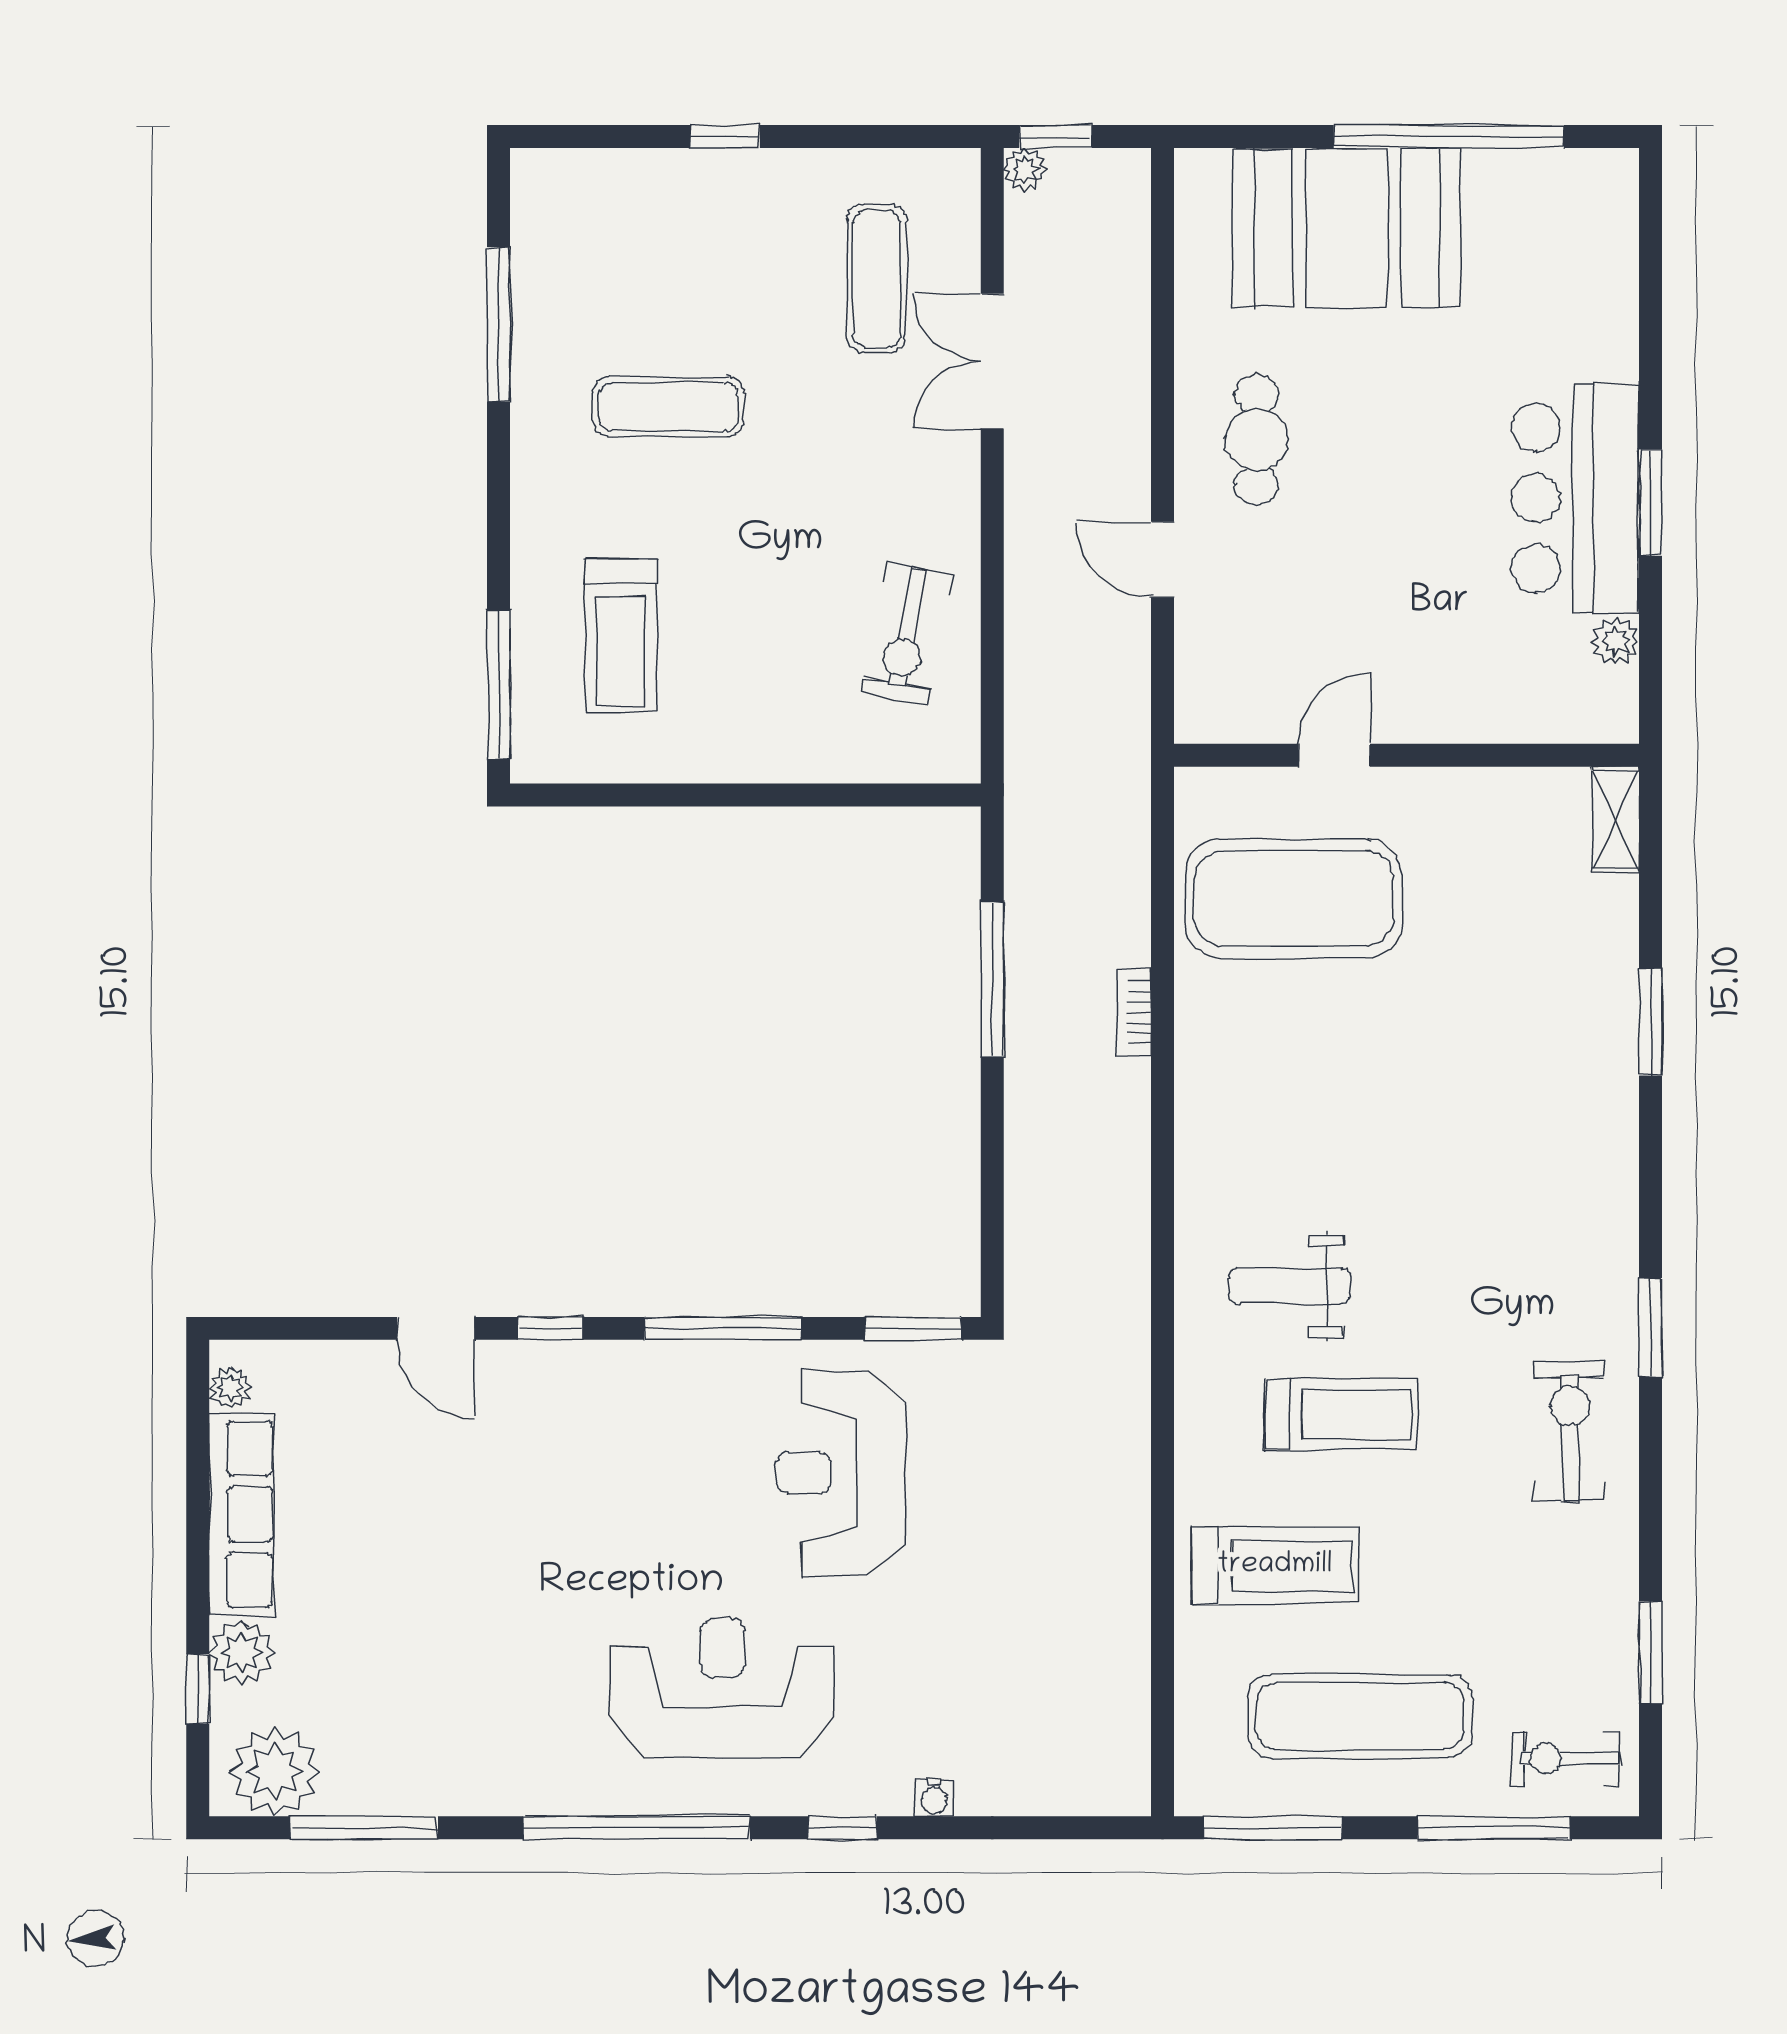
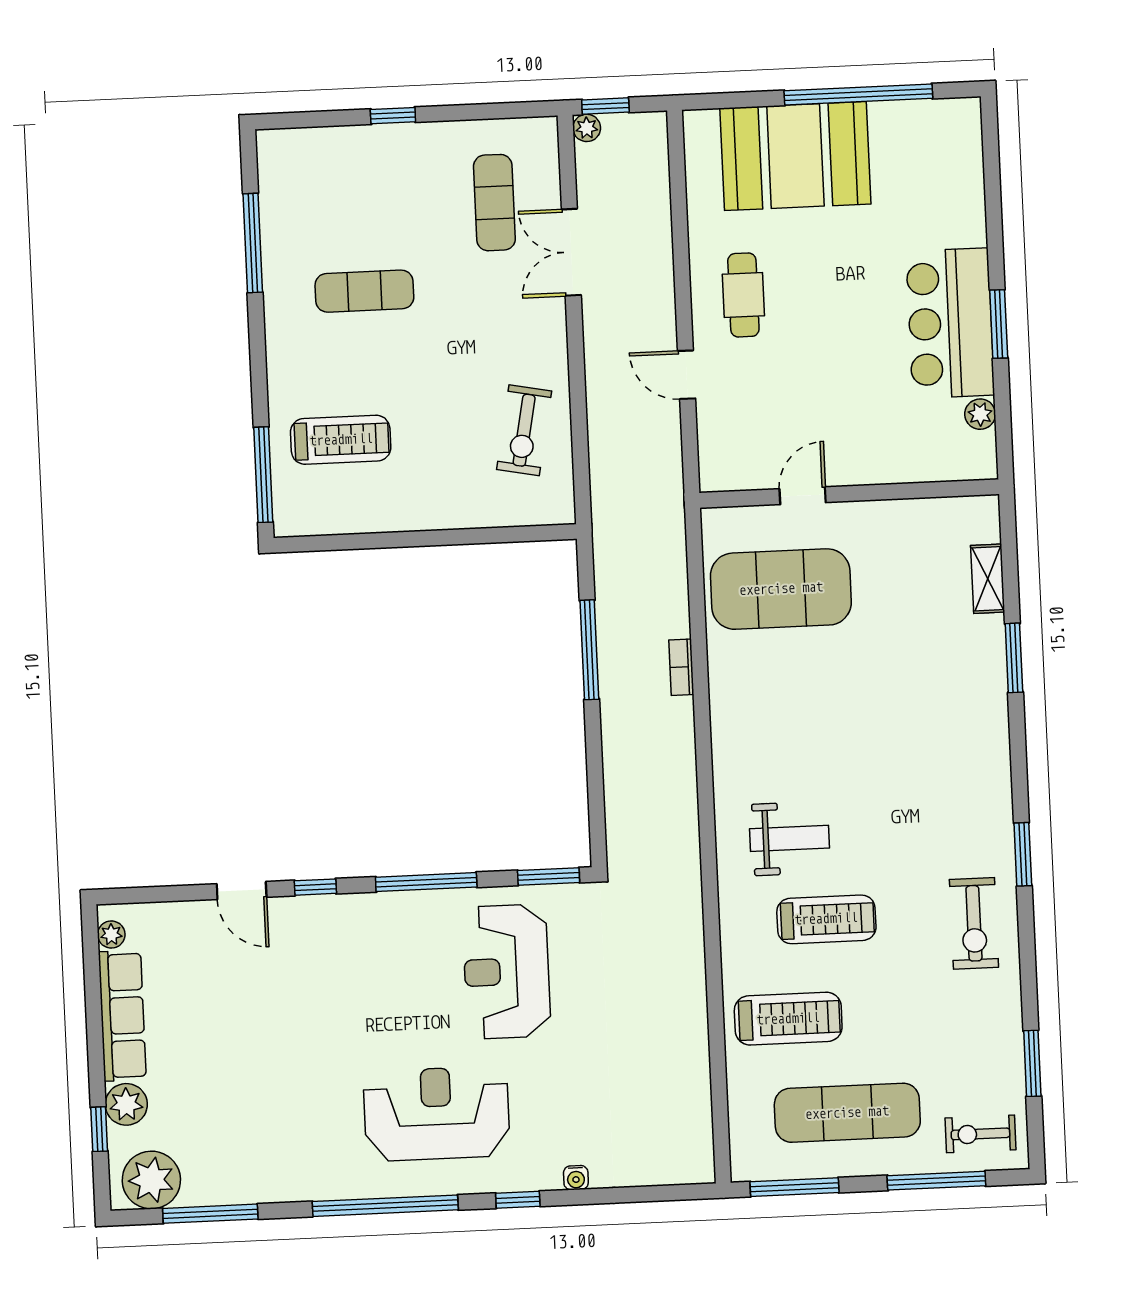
treadmill: (621, 636) -> (341, 440), turned -90
shelving: (1615, 820) -> (988, 579), moved
weight bench: (1290, 1286) -> (789, 838), turned 180
exercise bike: (1570, 1431) -> (974, 923), turned 180

